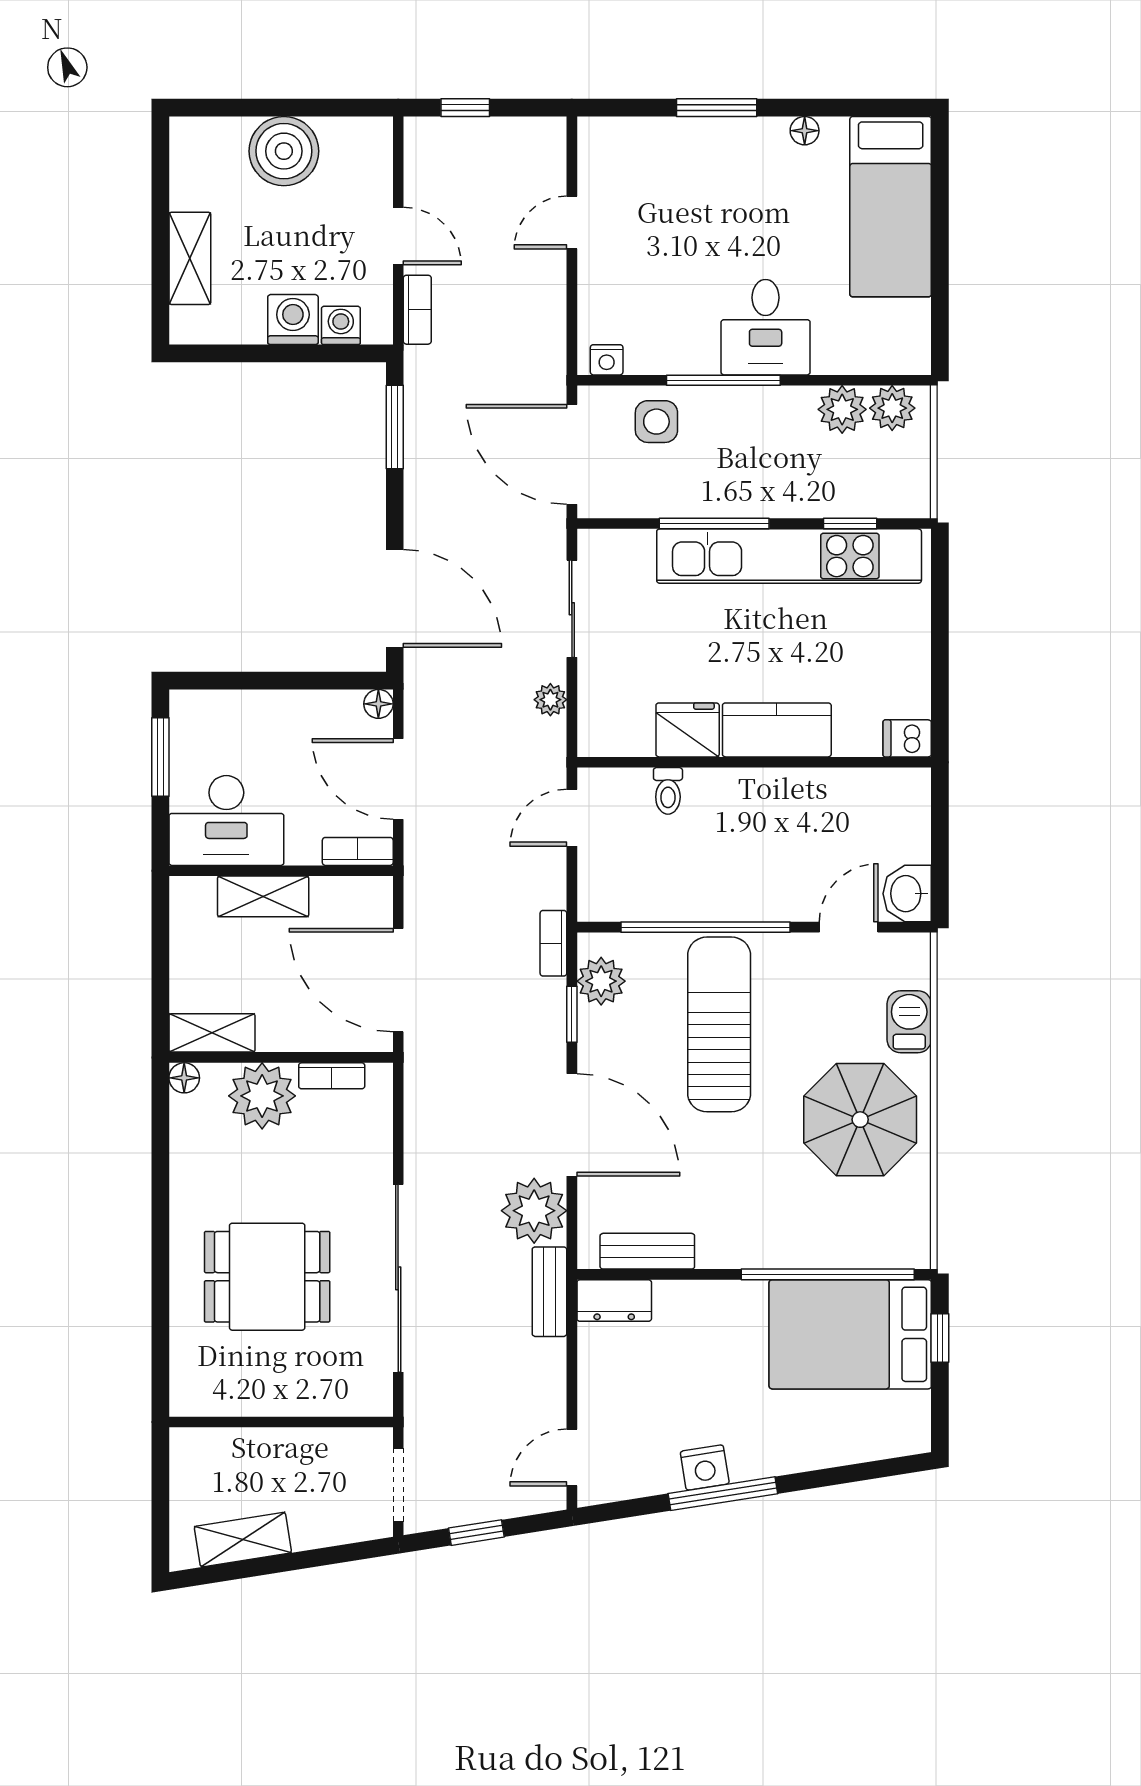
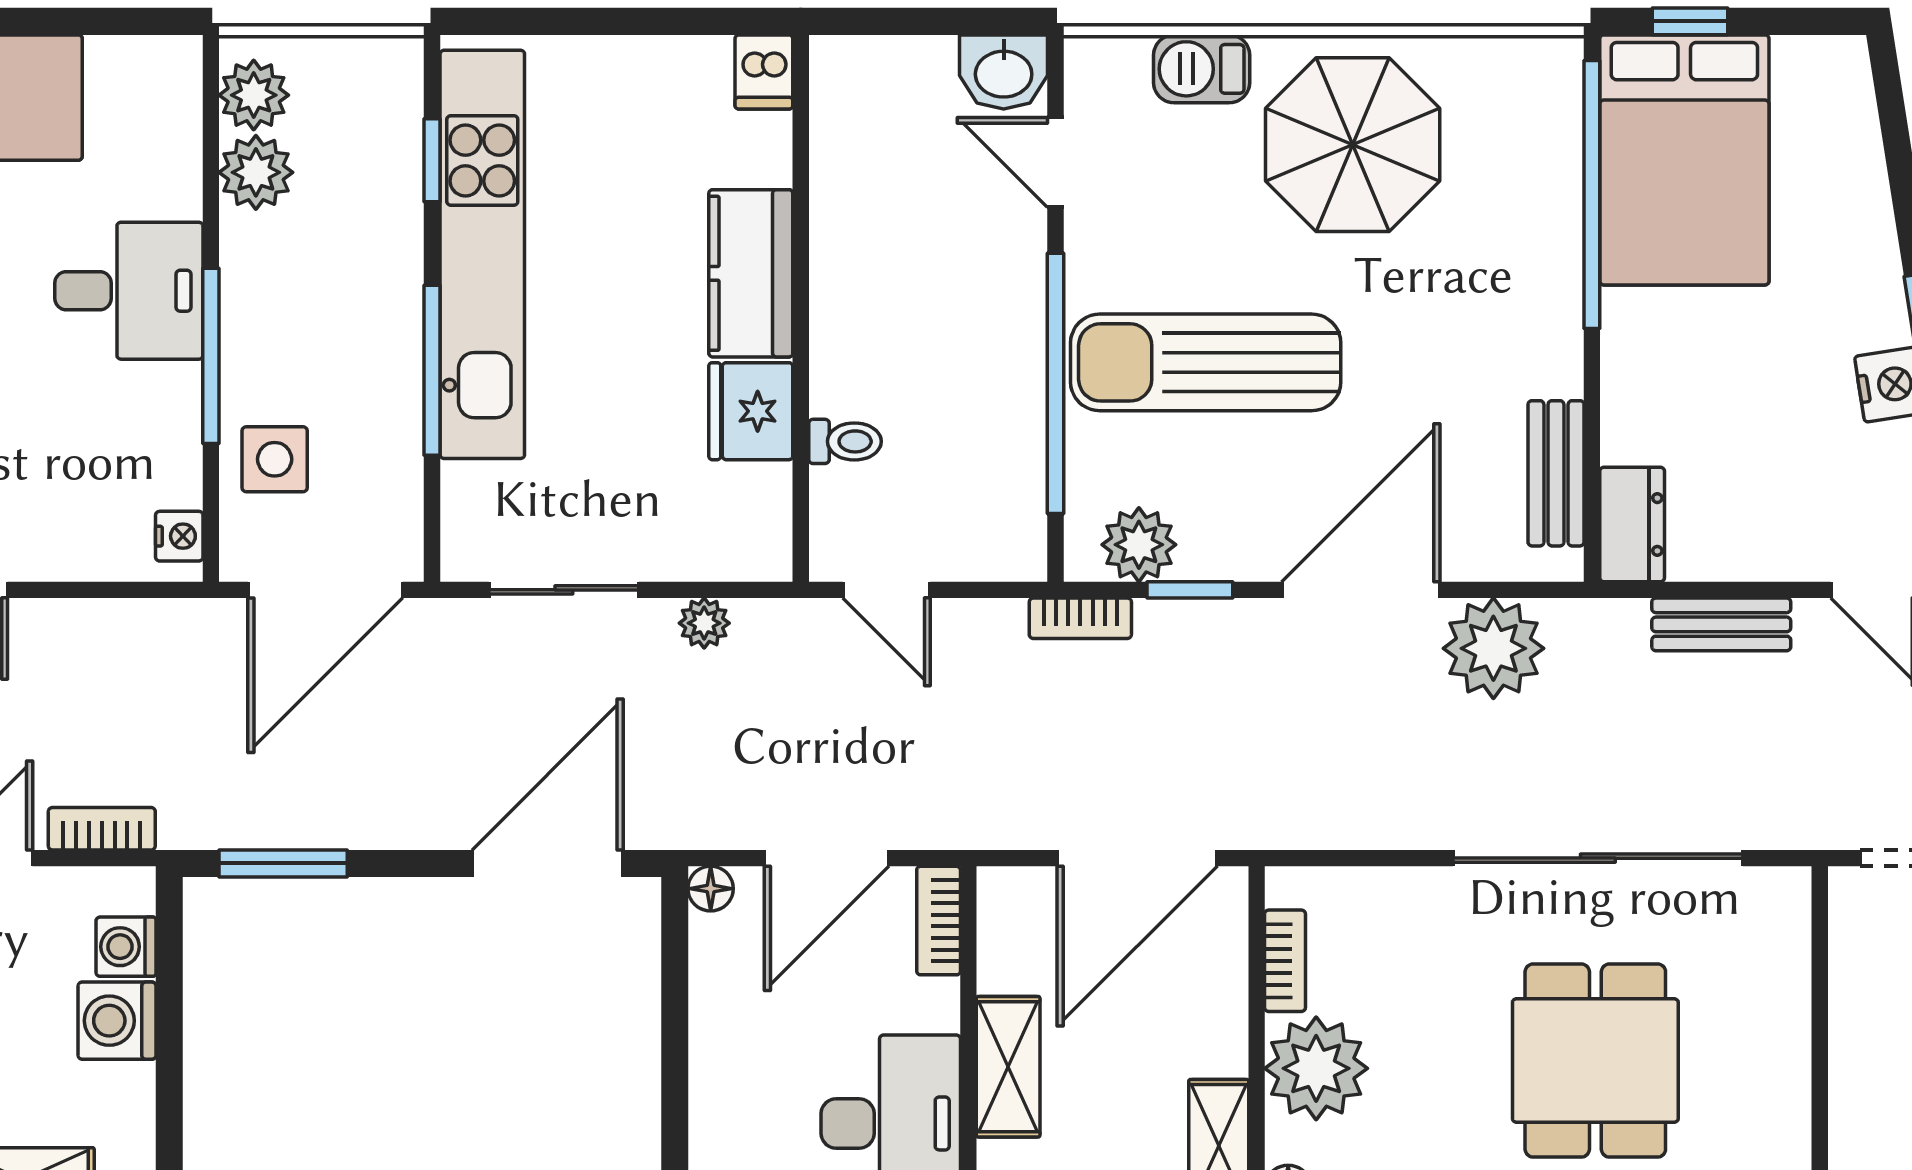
bench: (549, 1292) -> (1721, 624), moved

